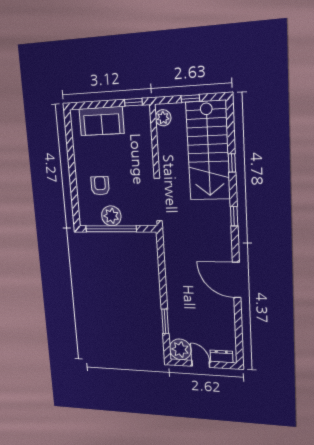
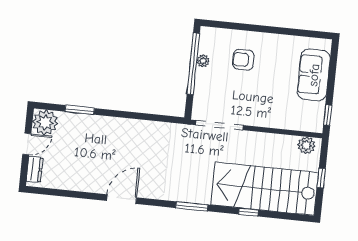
armchair: (100, 186) -> (243, 60), turned 180
plant: (111, 216) -> (203, 61), width x0.53, depth x0.53
window: (234, 216) -> (192, 206), width x1.50
door: (237, 280) -> (122, 199), width x0.73

